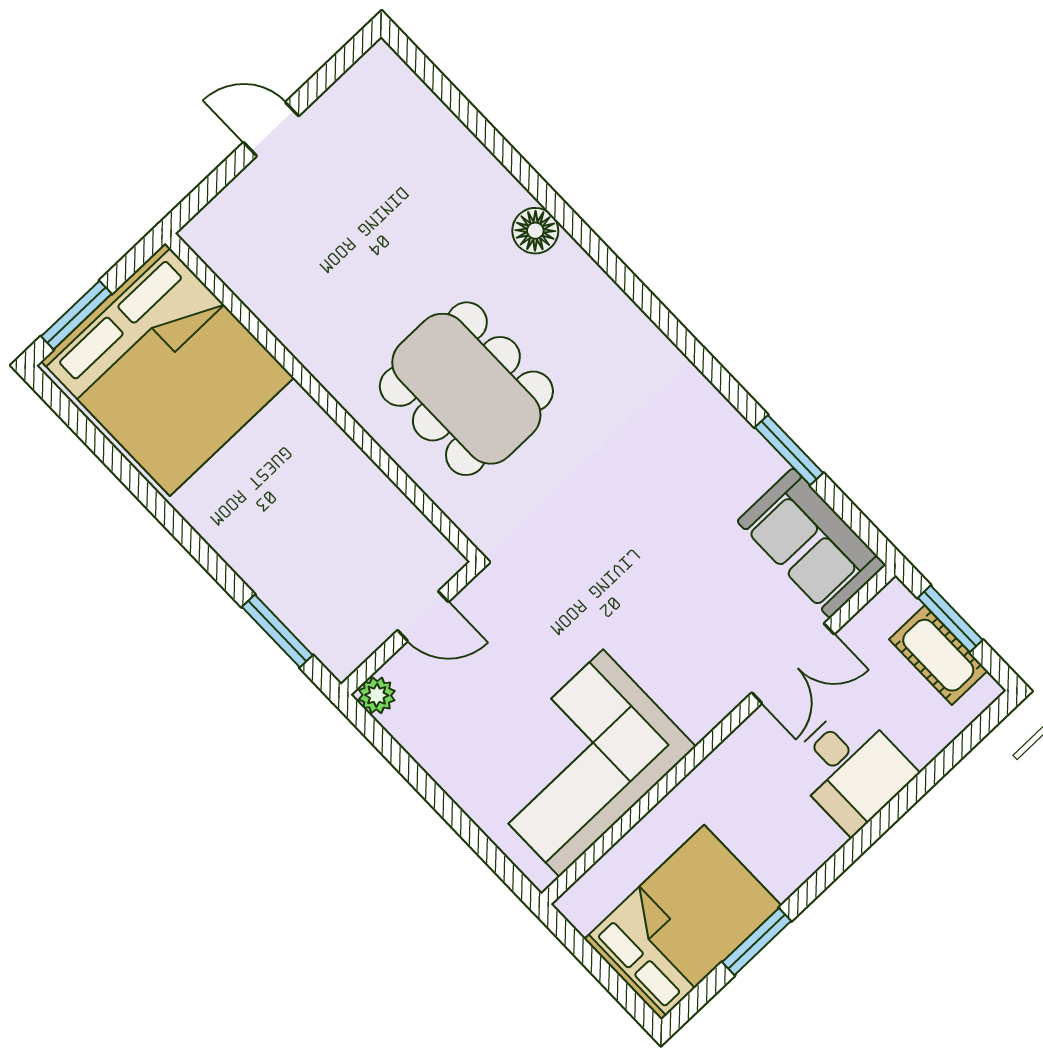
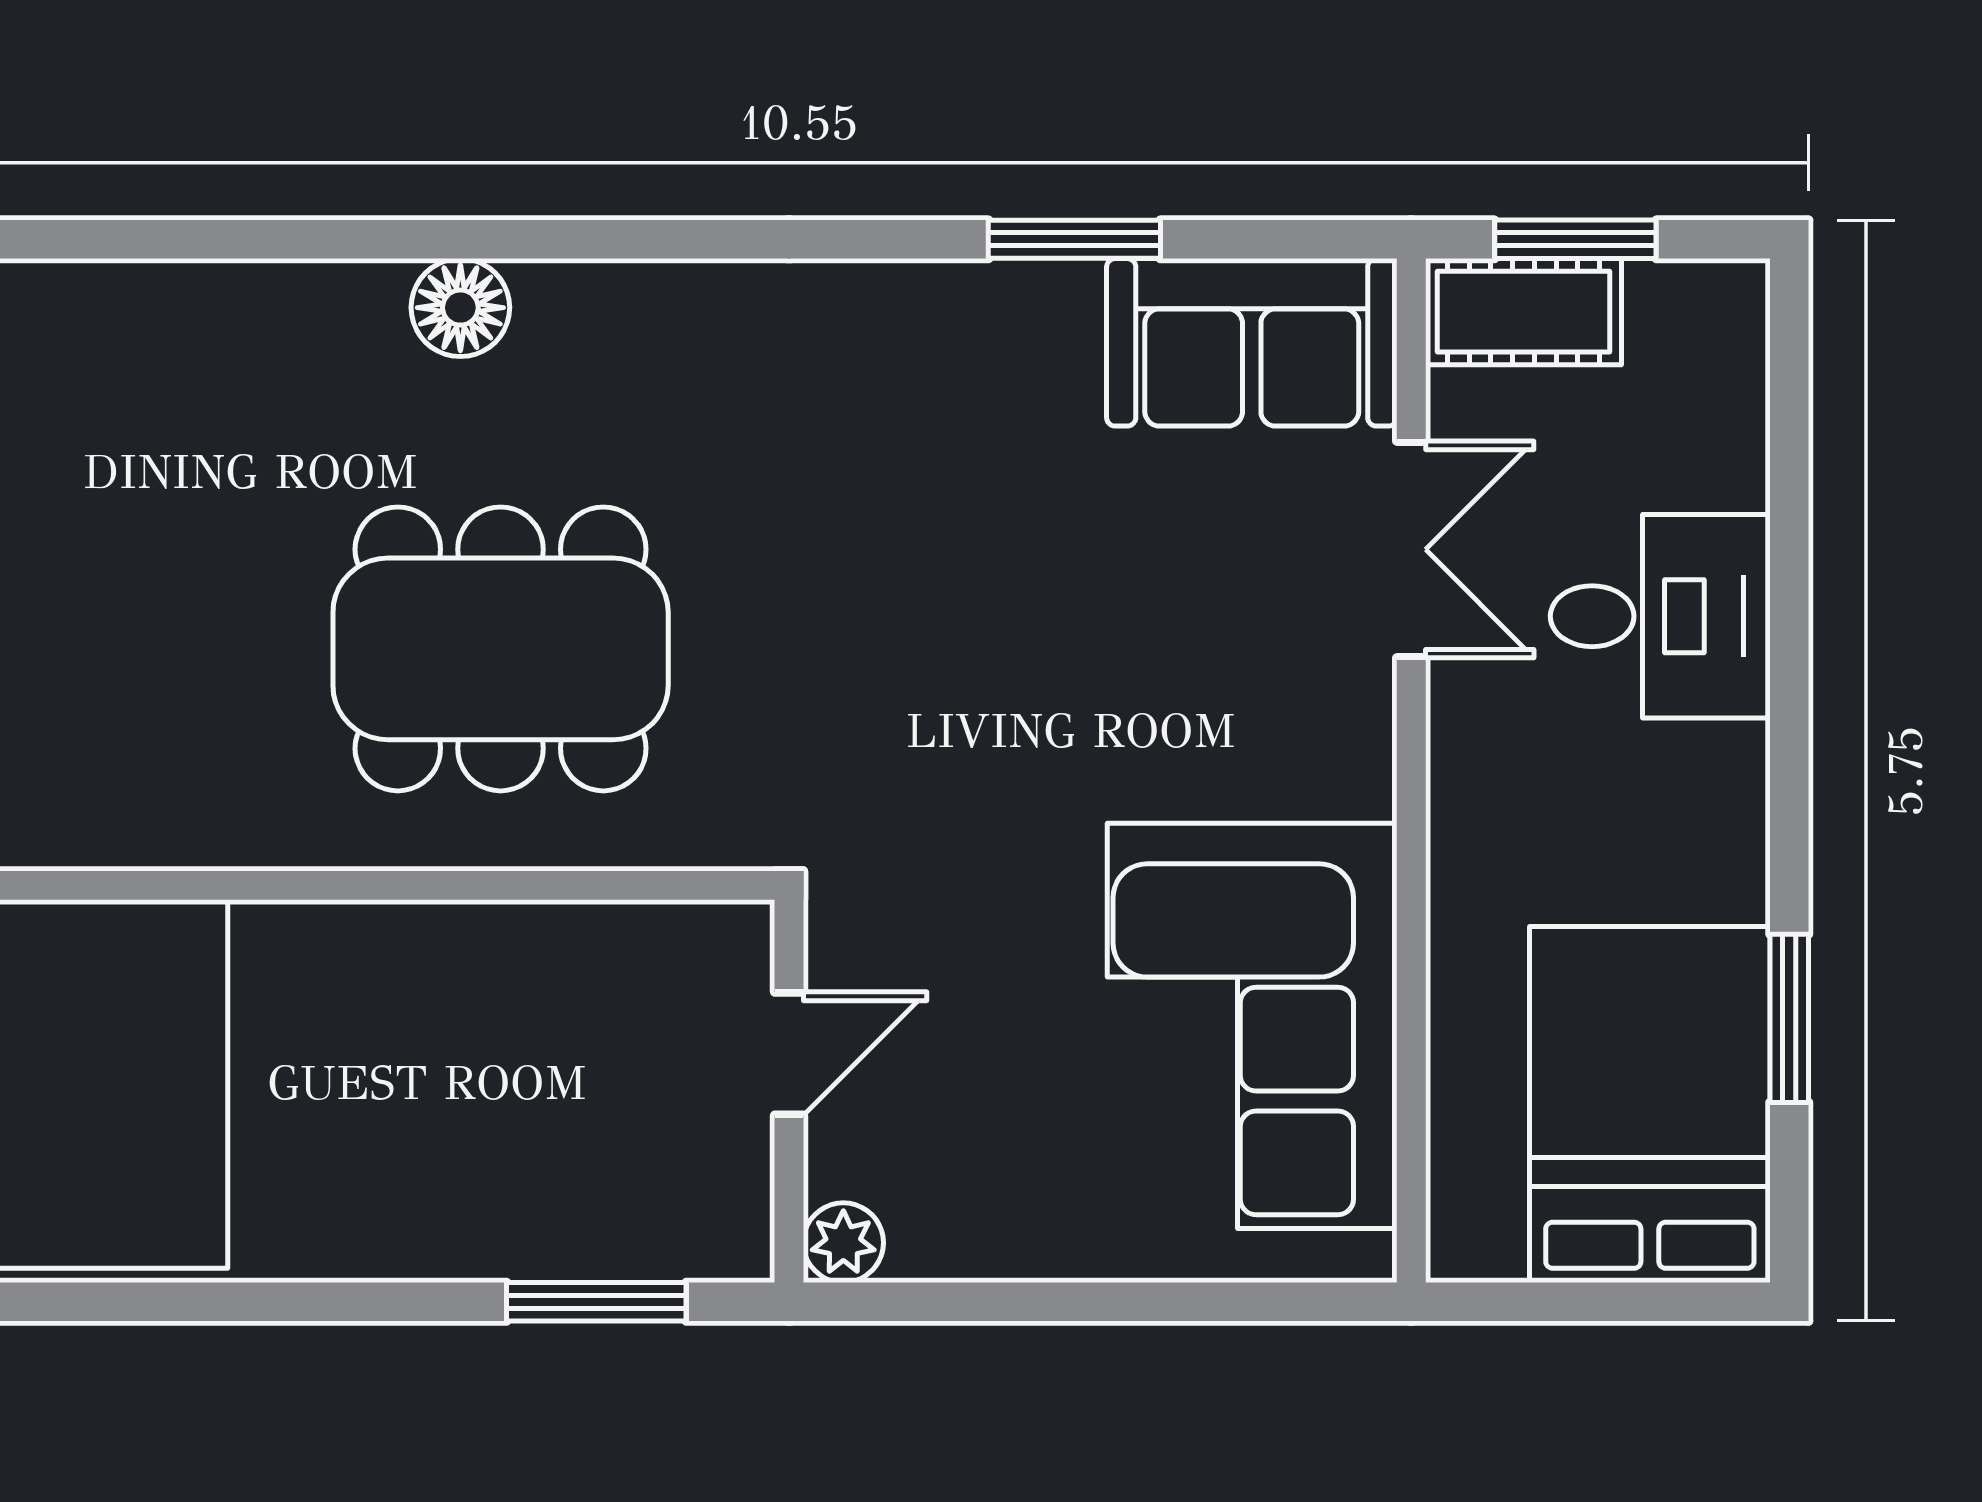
floor lamp: (535, 231) -> (460, 308), moved
cot: (938, 655) -> (1523, 312), moved

